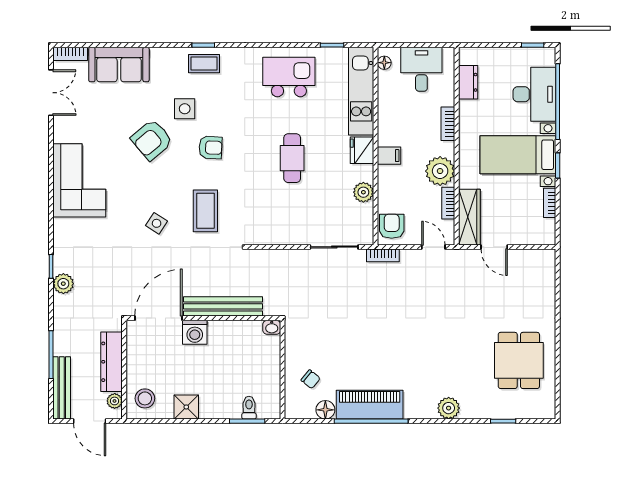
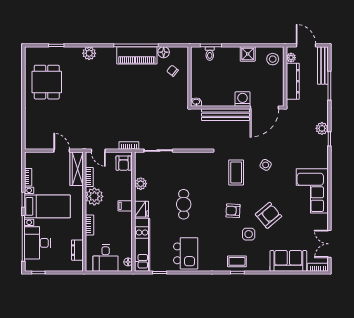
kitchen island: (289, 77) -> (186, 253), turned -90

